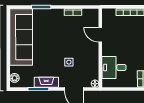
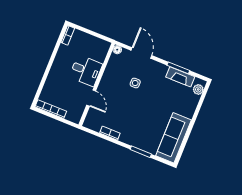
sofa: (21, 37) -> (174, 138), width x0.74, depth x0.79
desk: (114, 67) -> (86, 71), moved
fireplace: (46, 82) -> (180, 77), moved

